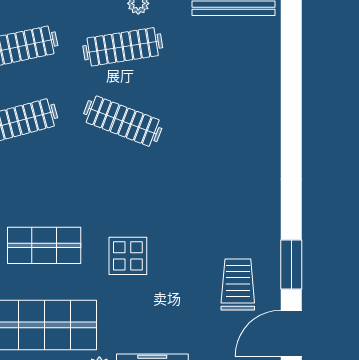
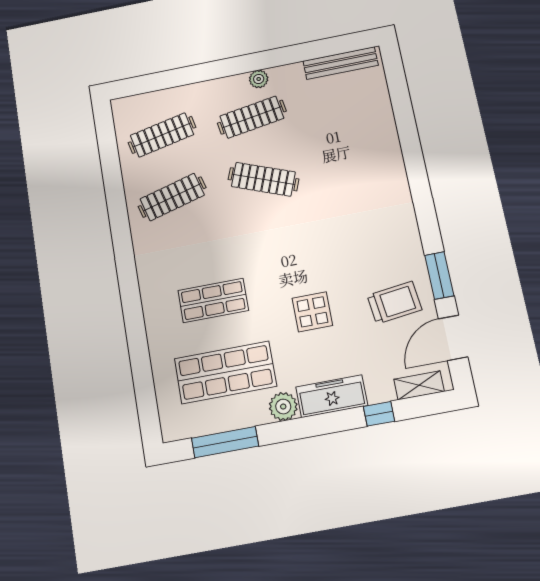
display table: (128, 256) -> (312, 312), moved
trolley: (238, 284) -> (394, 303), turned 83

